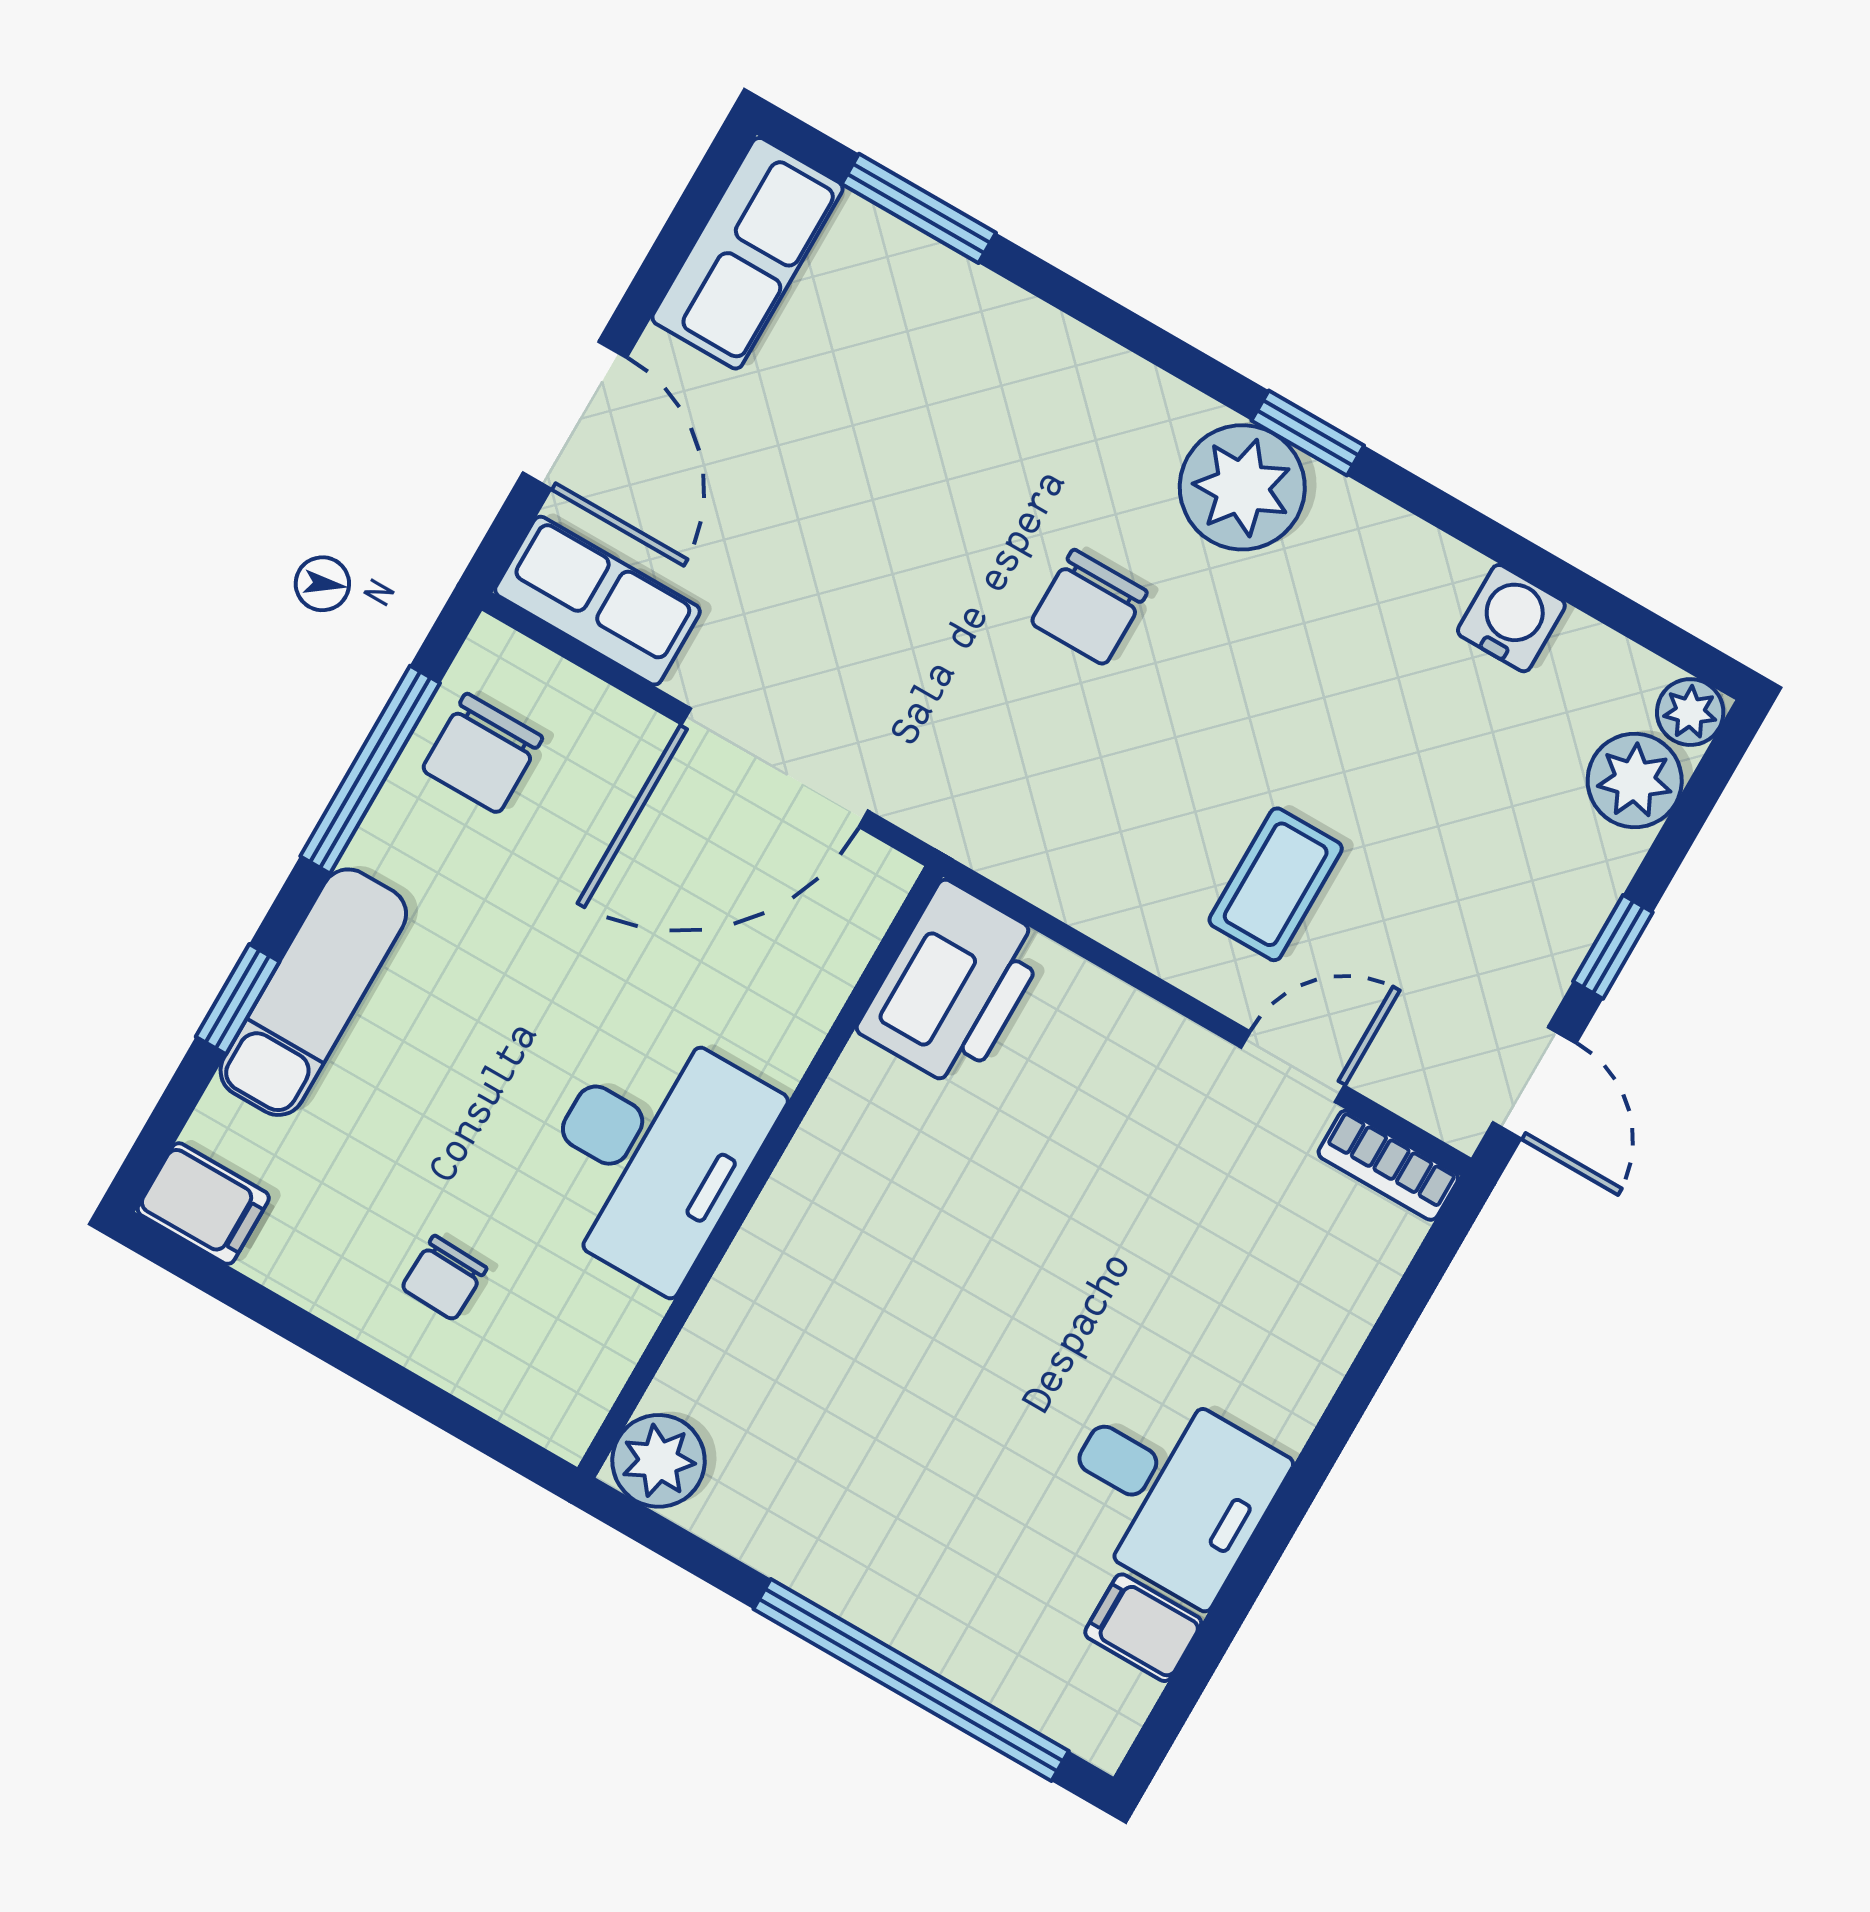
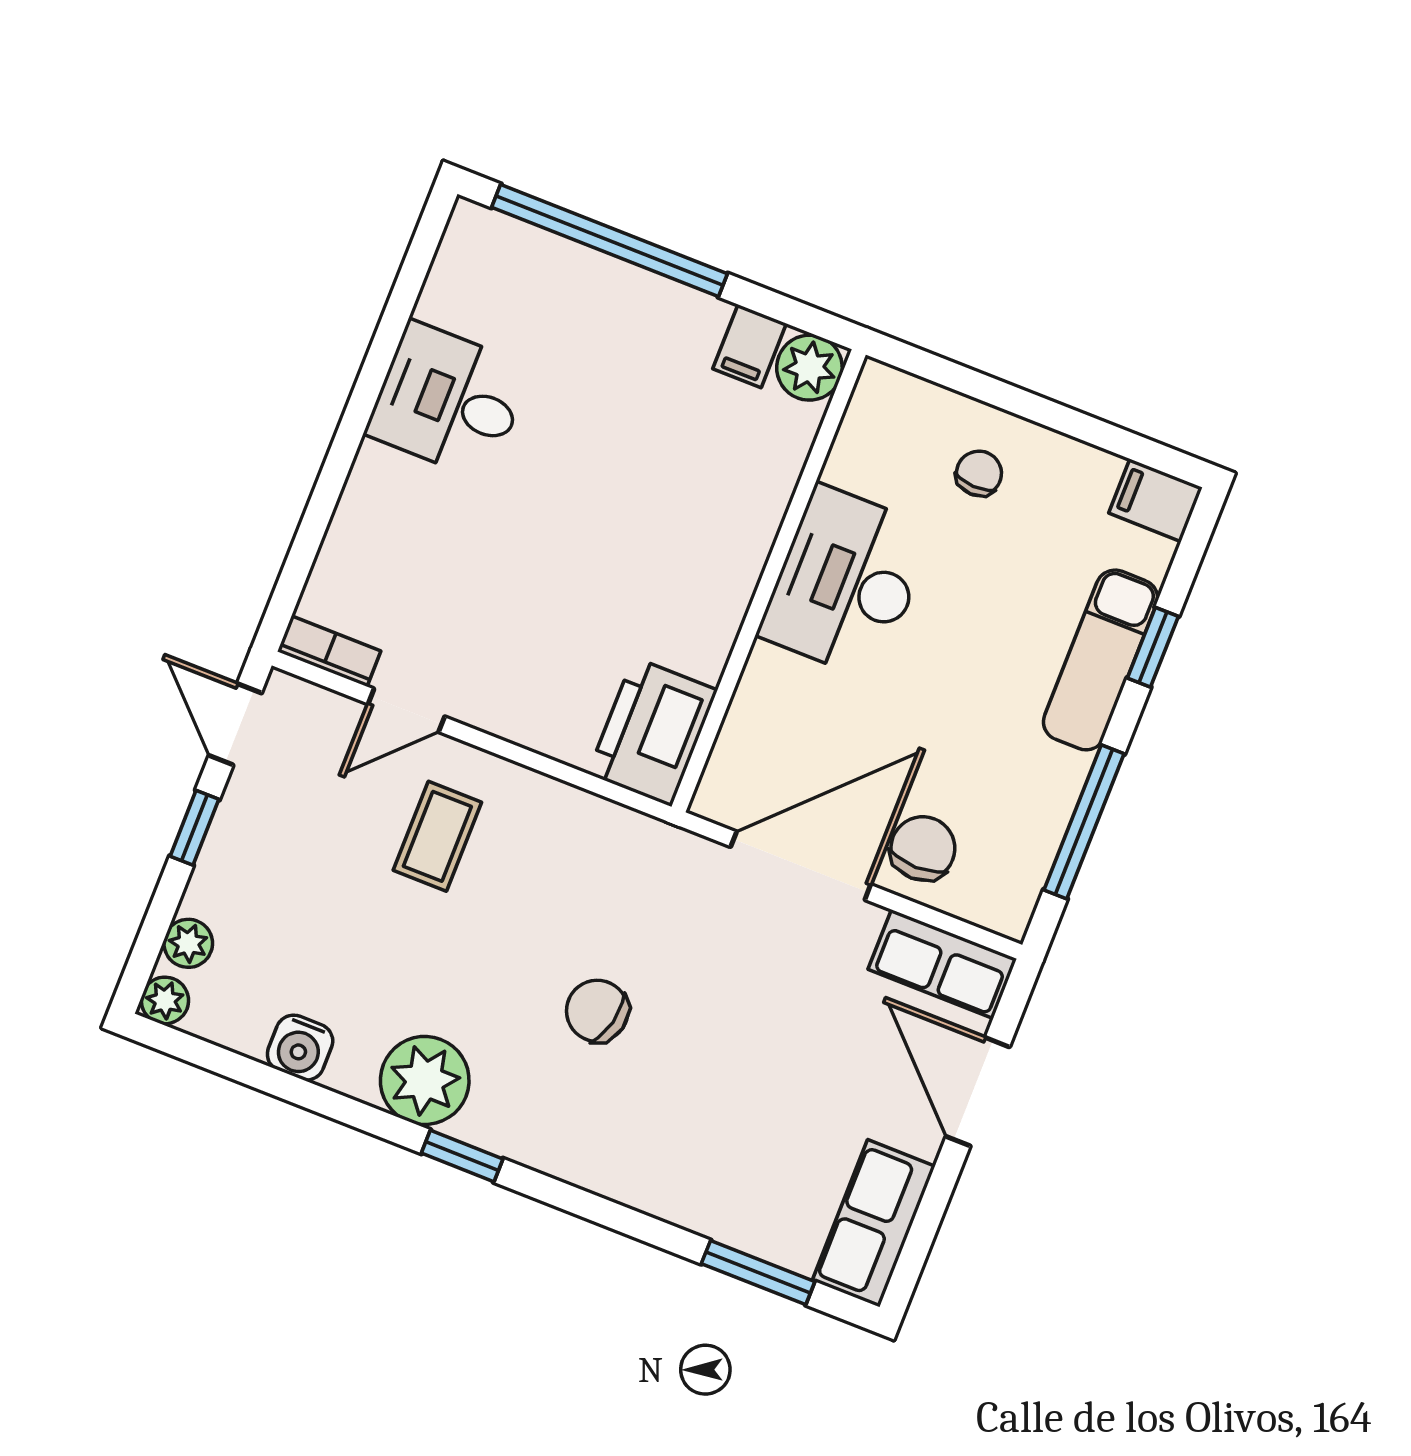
plant: (1242, 487) -> (425, 1080), moved
chair: (1089, 607) -> (597, 1011), turned -77
chair: (482, 753) -> (923, 848), moved
plant: (1635, 781) -> (188, 943), width x0.73, depth x0.73
filing cabinet: (1143, 1628) -> (750, 346), moved, turned 90

